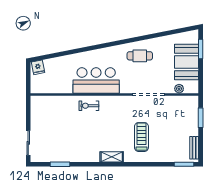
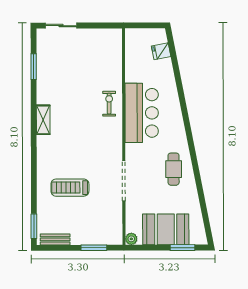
fridge: (38, 67) -> (161, 51), moved
plant: (179, 89) -> (131, 239), moved
treadmill: (141, 137) -> (70, 188), moved, turned 180
shelving: (112, 157) -> (43, 120), moved

